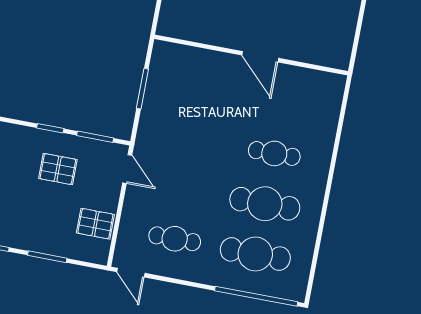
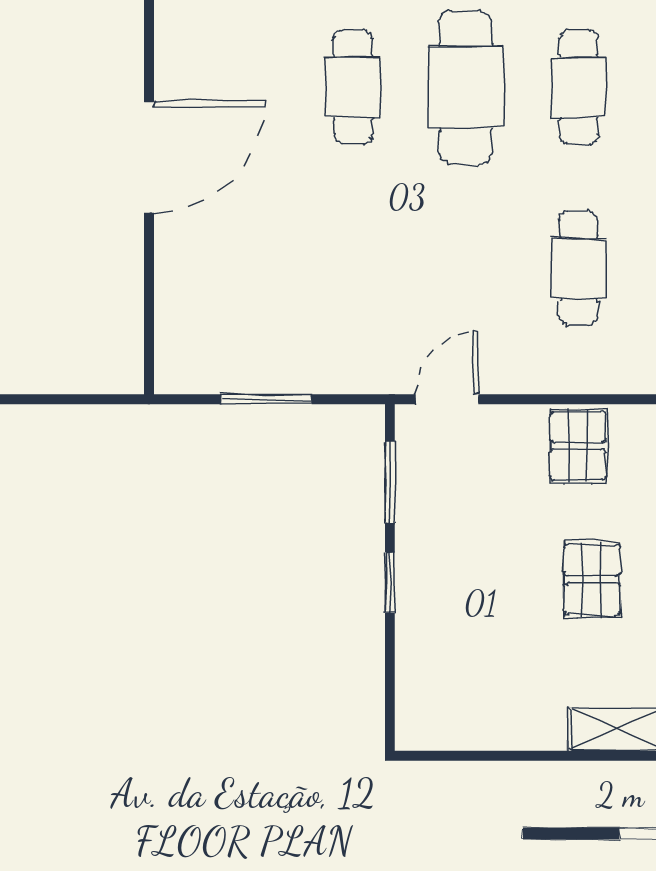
door: (260, 57) -> (149, 157), width x1.36
pallet: (58, 169) -> (592, 579), moved
cafe table: (255, 254) -> (578, 87), width x0.73, depth x0.74

